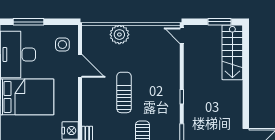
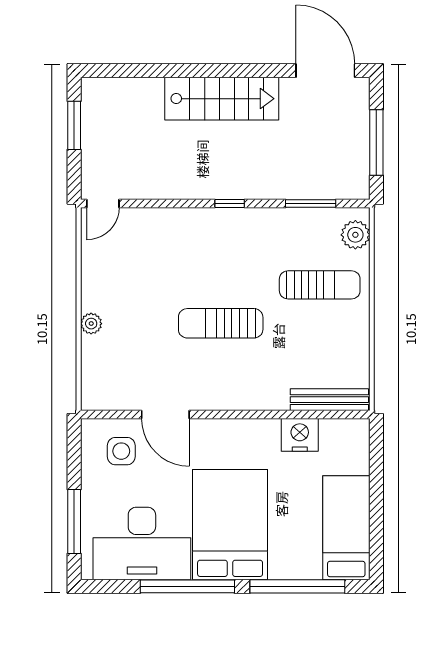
plant: (119, 35) -> (91, 324), width x0.53, depth x0.53
stairs: (232, 52) -> (222, 99), moved
door: (80, 66) -> (165, 414), swing flipped

